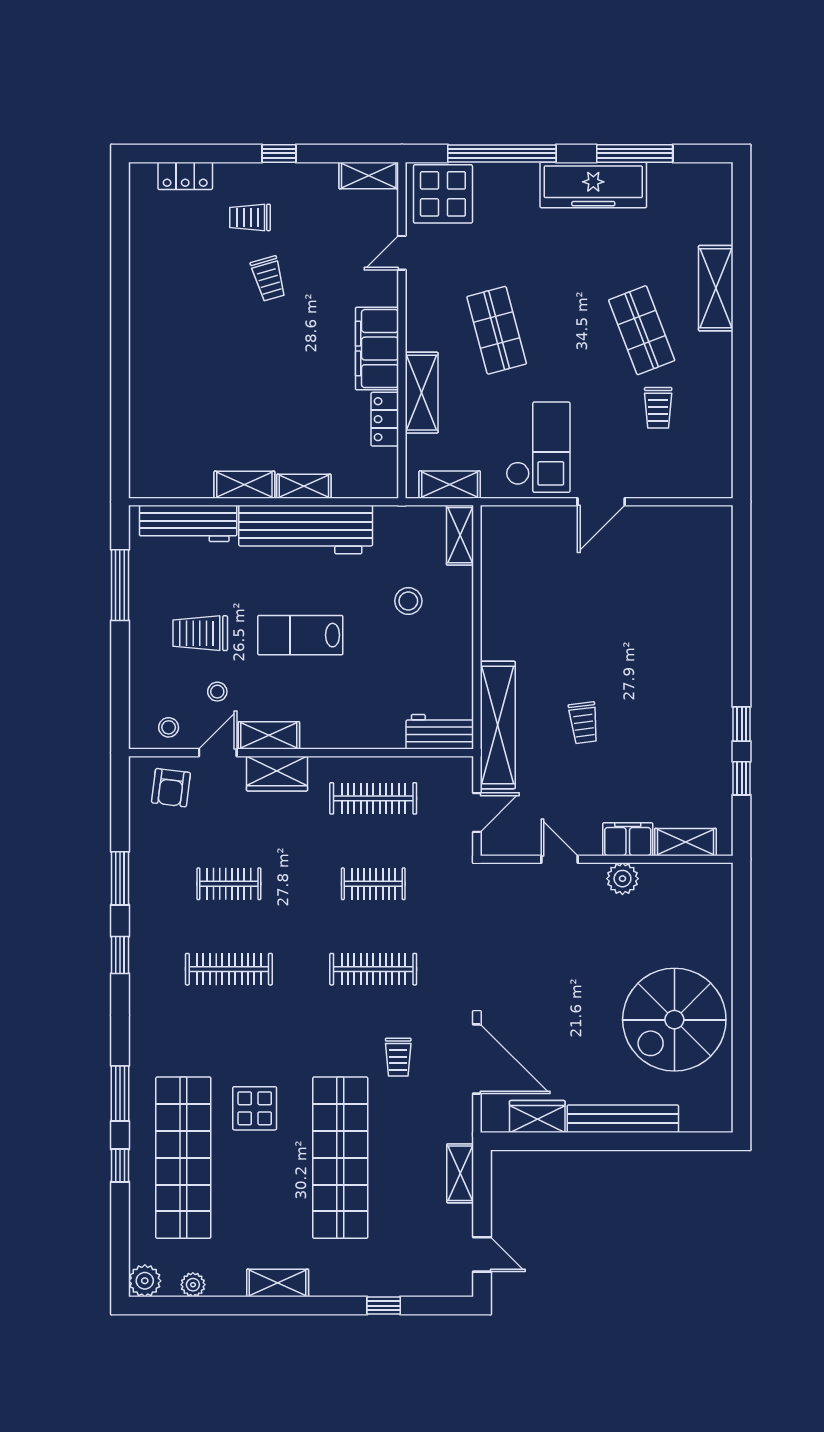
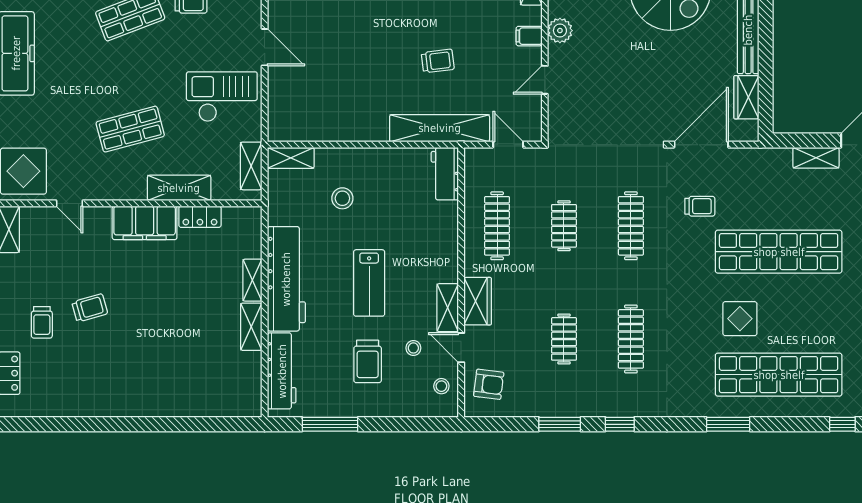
filing cabinet: (628, 839) -> (529, 36), width x0.50
window: (120, 1165) -> (842, 424), moved
shelving: (460, 1173) -> (816, 158), moved

